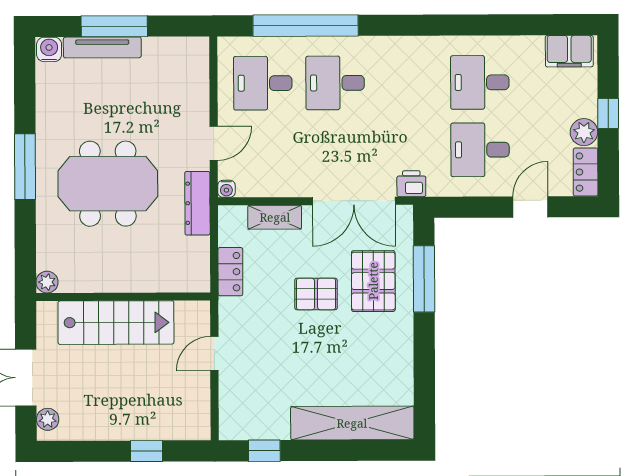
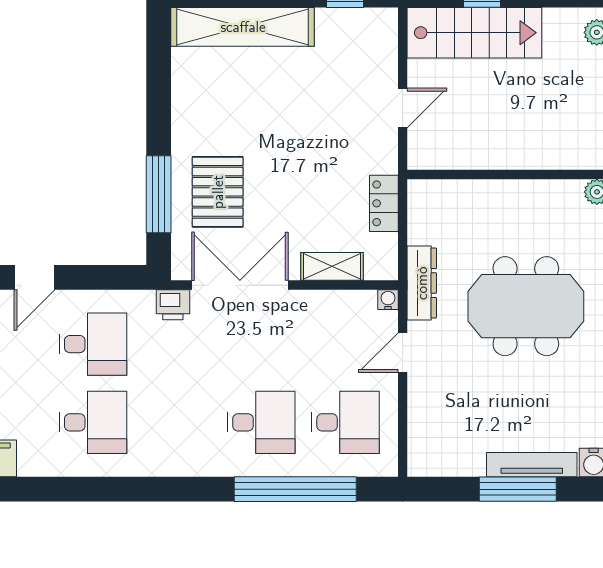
pallet: (316, 294) -> (284, 177), removed
stairs: (116, 323) -> (474, 33), moved, turned 180

